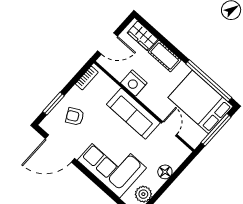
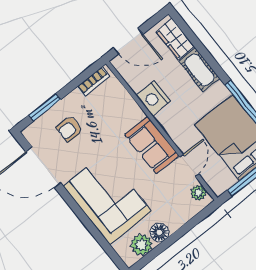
sofa: (133, 114) -> (152, 145), width x0.73
armchair: (75, 116) -> (69, 129), turned -62
plant: (180, 148) -> (199, 193), added
floor lamp: (165, 172) -> (159, 232), moved

